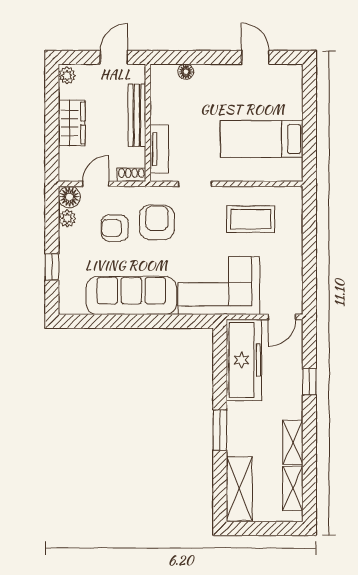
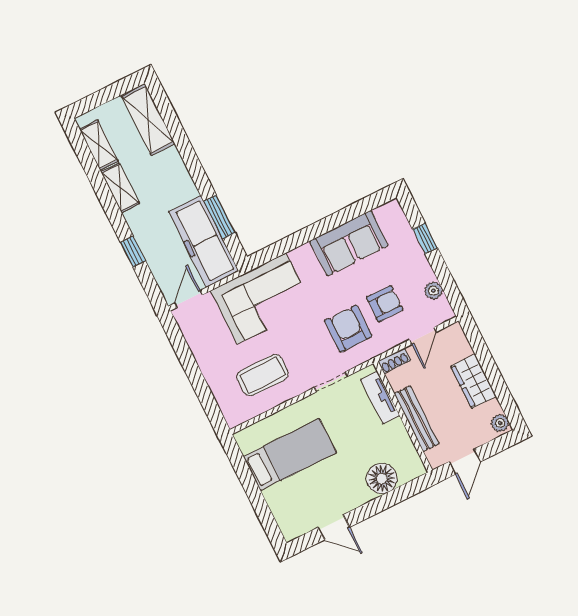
floor lamp: (186, 72) -> (382, 479), width x1.89, depth x1.89
floor lamp: (69, 197) -> (441, 311), removed
armchair: (157, 222) -> (348, 329), turned 180
sofa: (131, 296) -> (349, 243), width x0.73
window: (220, 430) -> (219, 217), moved

